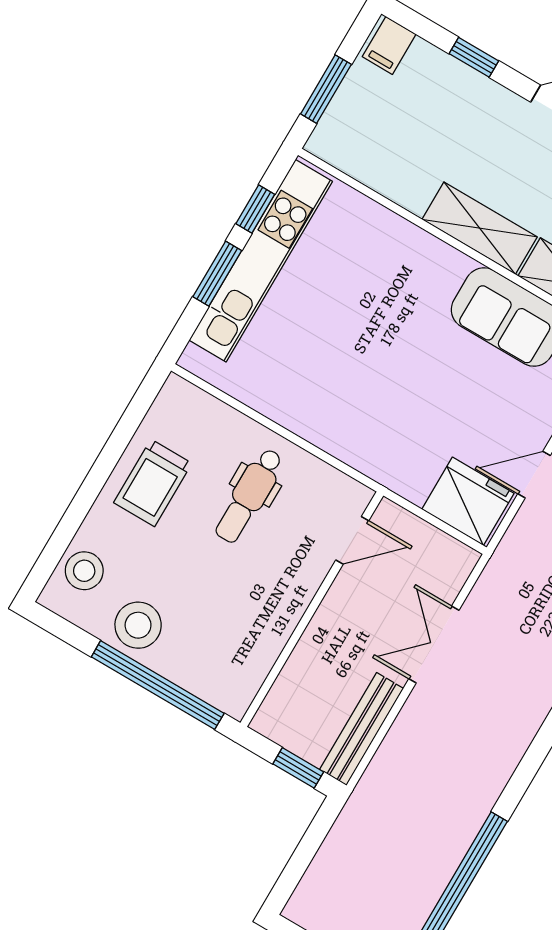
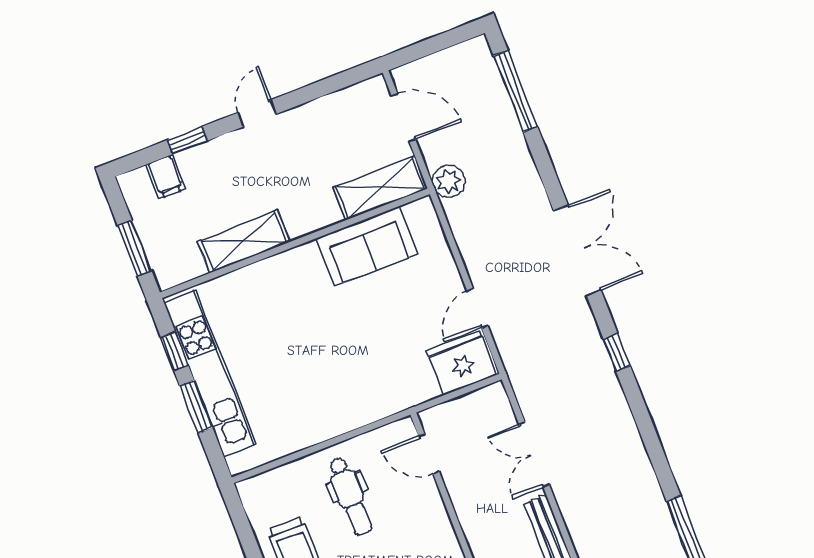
filing cabinet: (389, 45) -> (166, 177), moved
shelving: (480, 228) -> (244, 241), moved
door: (352, 540) -> (429, 454), swing flipped

